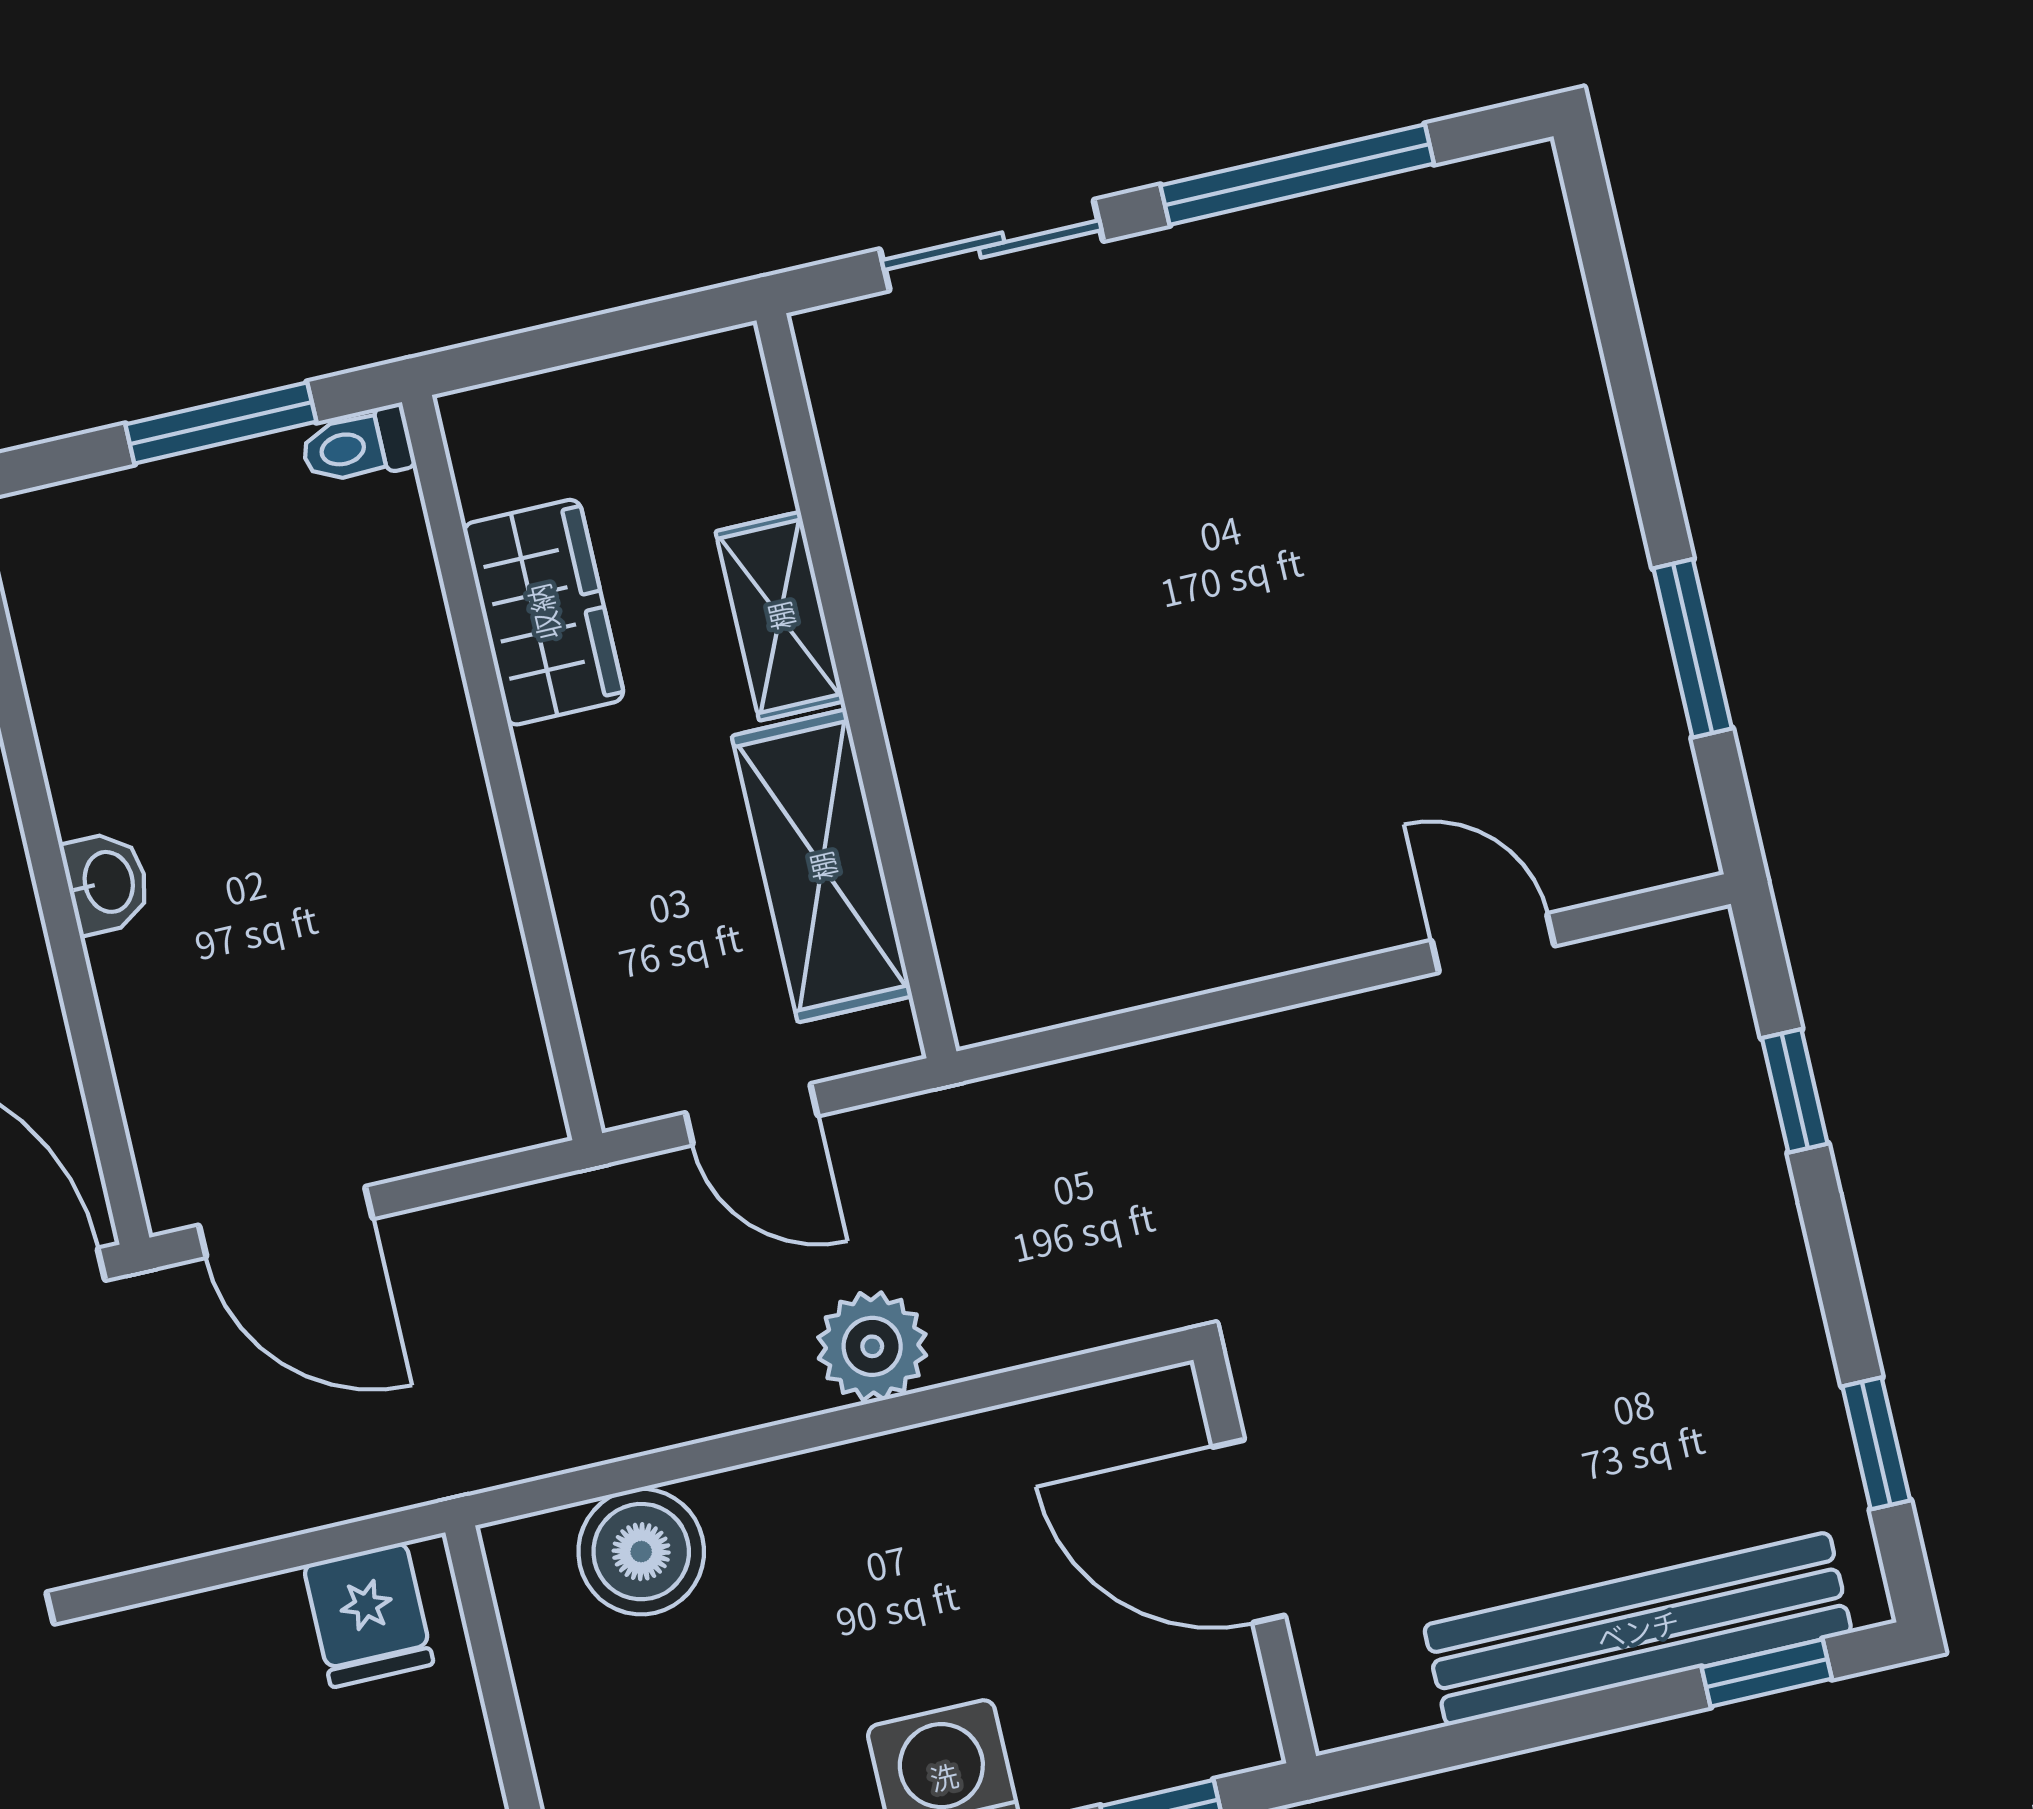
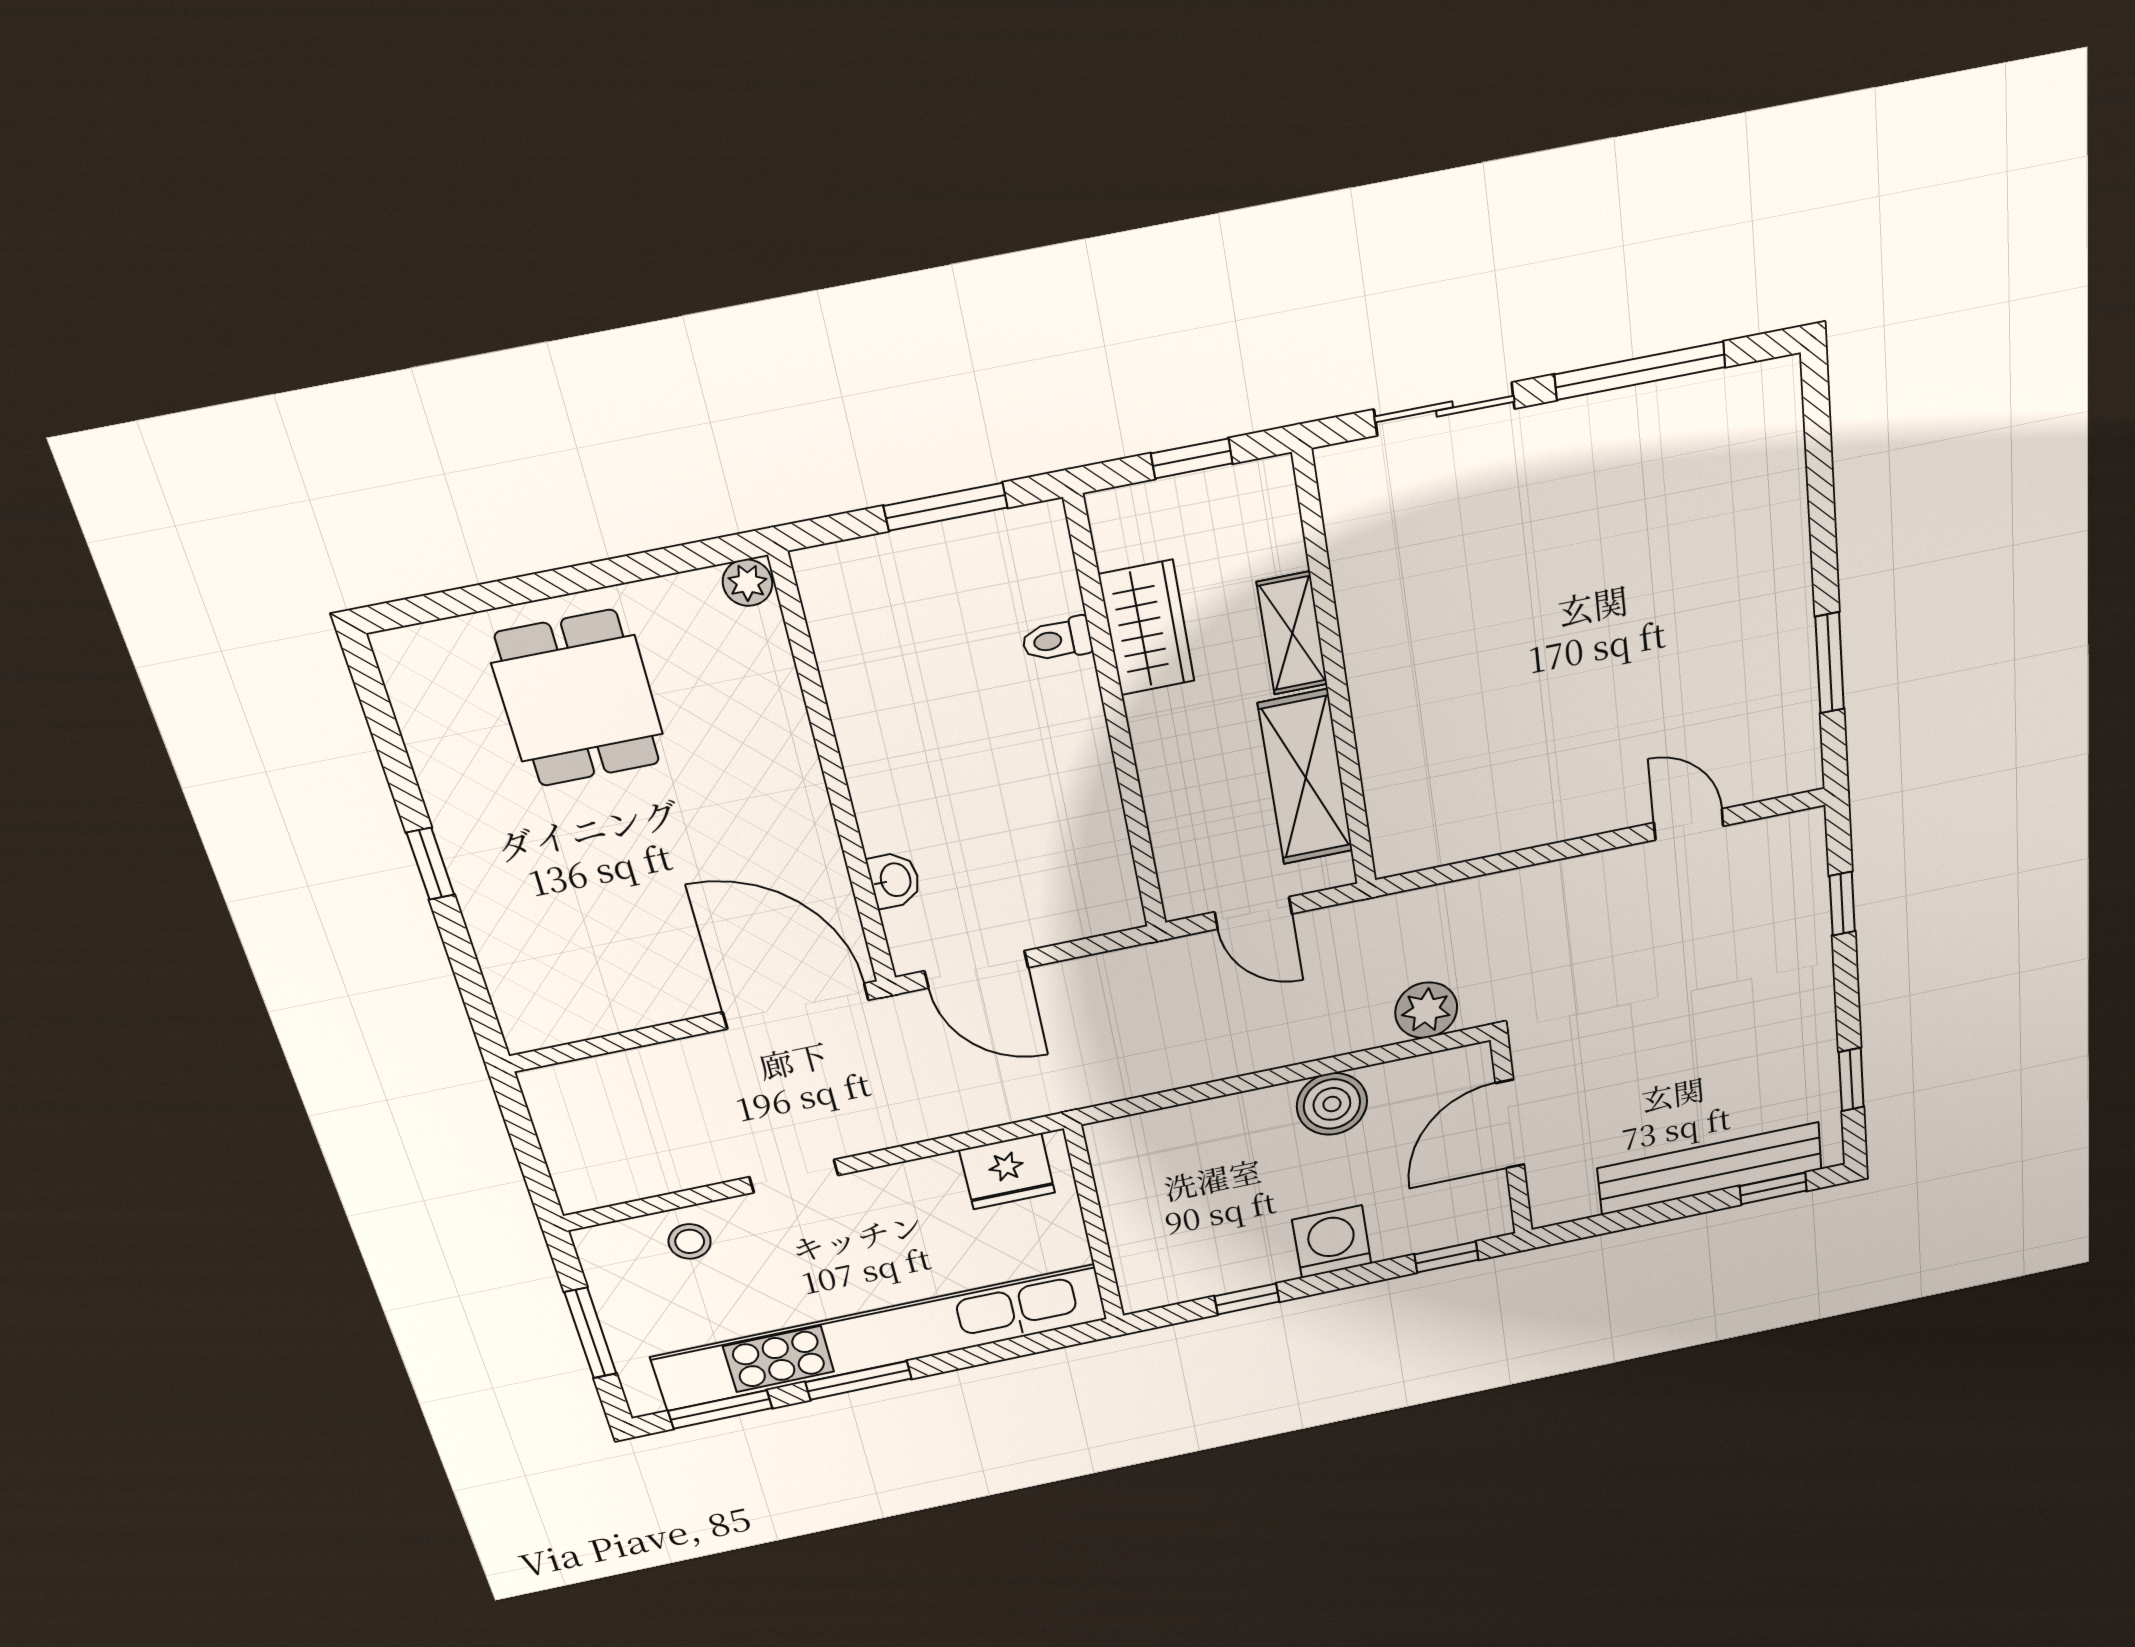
window: (600, 336) -> (1192, 458), added
toilet: (357, 446) -> (1057, 640), moved
washbasin: (107, 882) -> (894, 880), moved
plant: (872, 1346) -> (1426, 1010), moved
door: (1249, 1531) -> (1510, 1124), hinge flipped
boiler: (641, 1552) -> (1332, 1104), moved
fridge: (368, 1615) -> (1007, 1171), width x1.38

